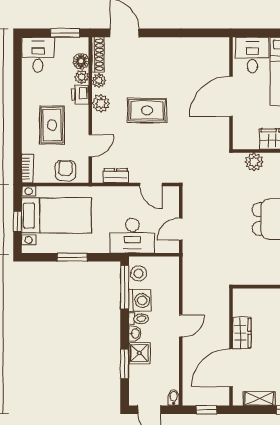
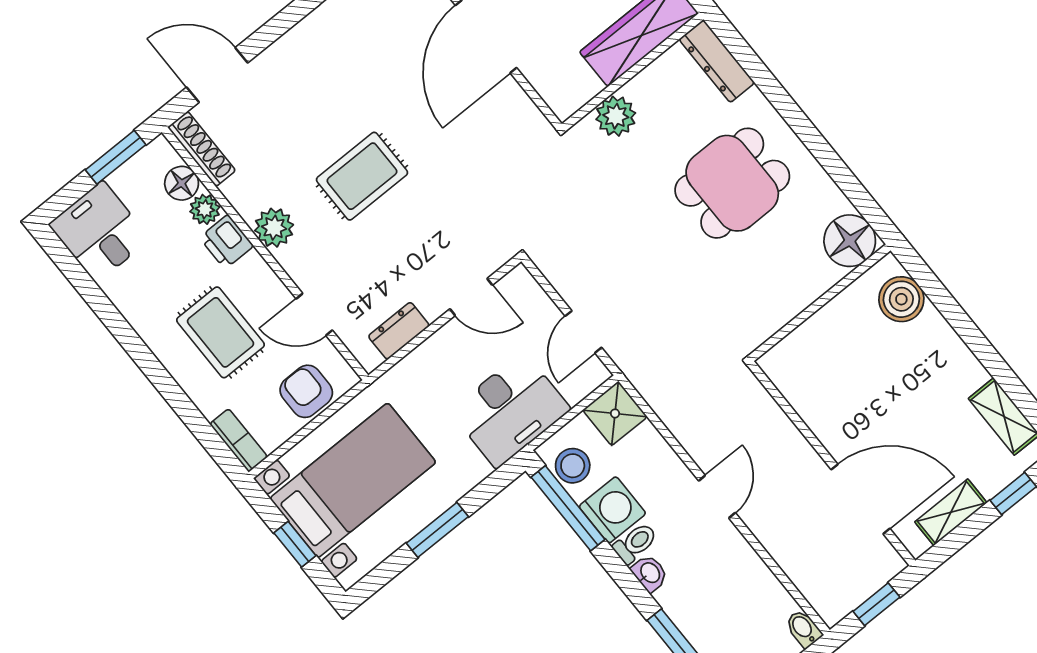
plant: (99, 80) -> (239, 192), removed
door: (90, 146) -> (314, 314), swing flipped
wardrobe: (242, 333) -> (831, 425), removed
shower: (139, 353) -> (615, 413), moved
door: (231, 368) -> (861, 499), swing flipped

